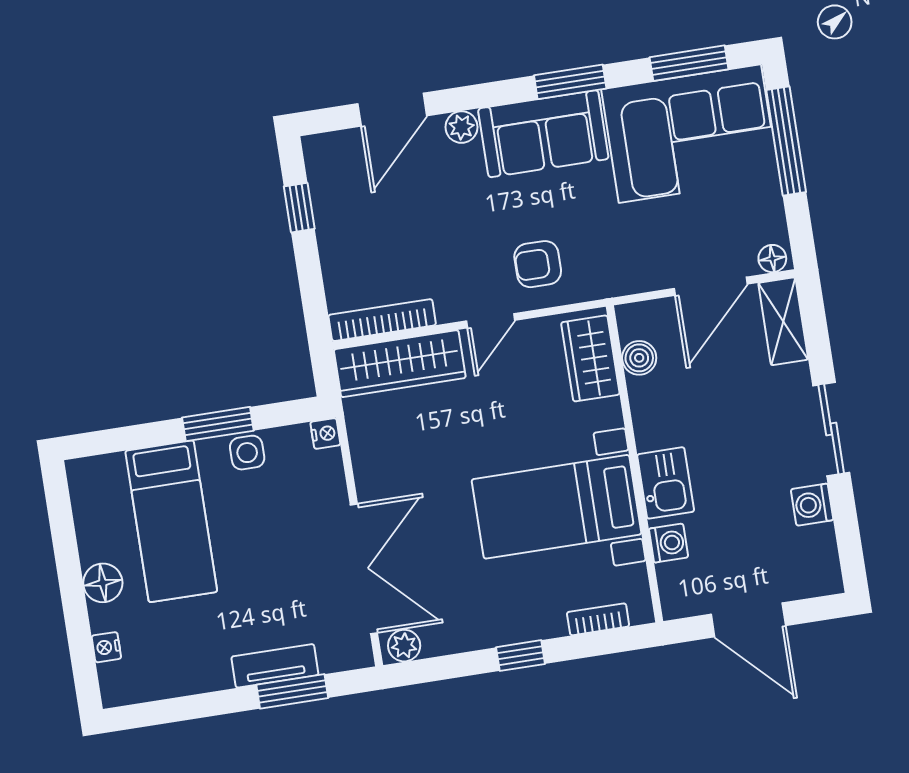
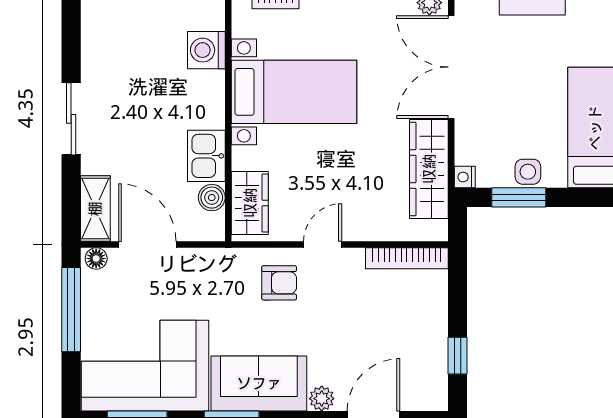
window: (786, 141) -> (71, 310), moved
door: (711, 286) -> (147, 245), hinge flipped
wardrobe: (400, 364) -> (429, 169), moved, turned -90
window: (218, 424) -> (519, 197), moved
kitchen sink: (666, 483) -> (206, 156), moved
washing machine: (812, 505) -> (95, 62), removed
washing machine: (668, 543) -> (206, 50), width x1.38, depth x1.38

